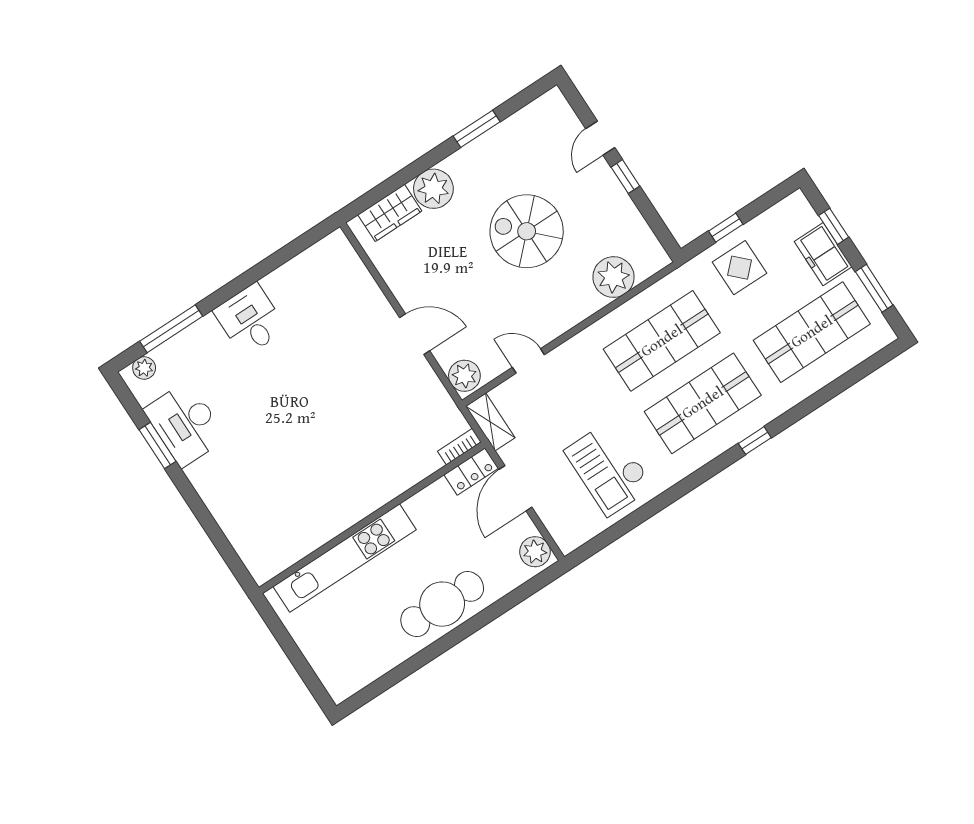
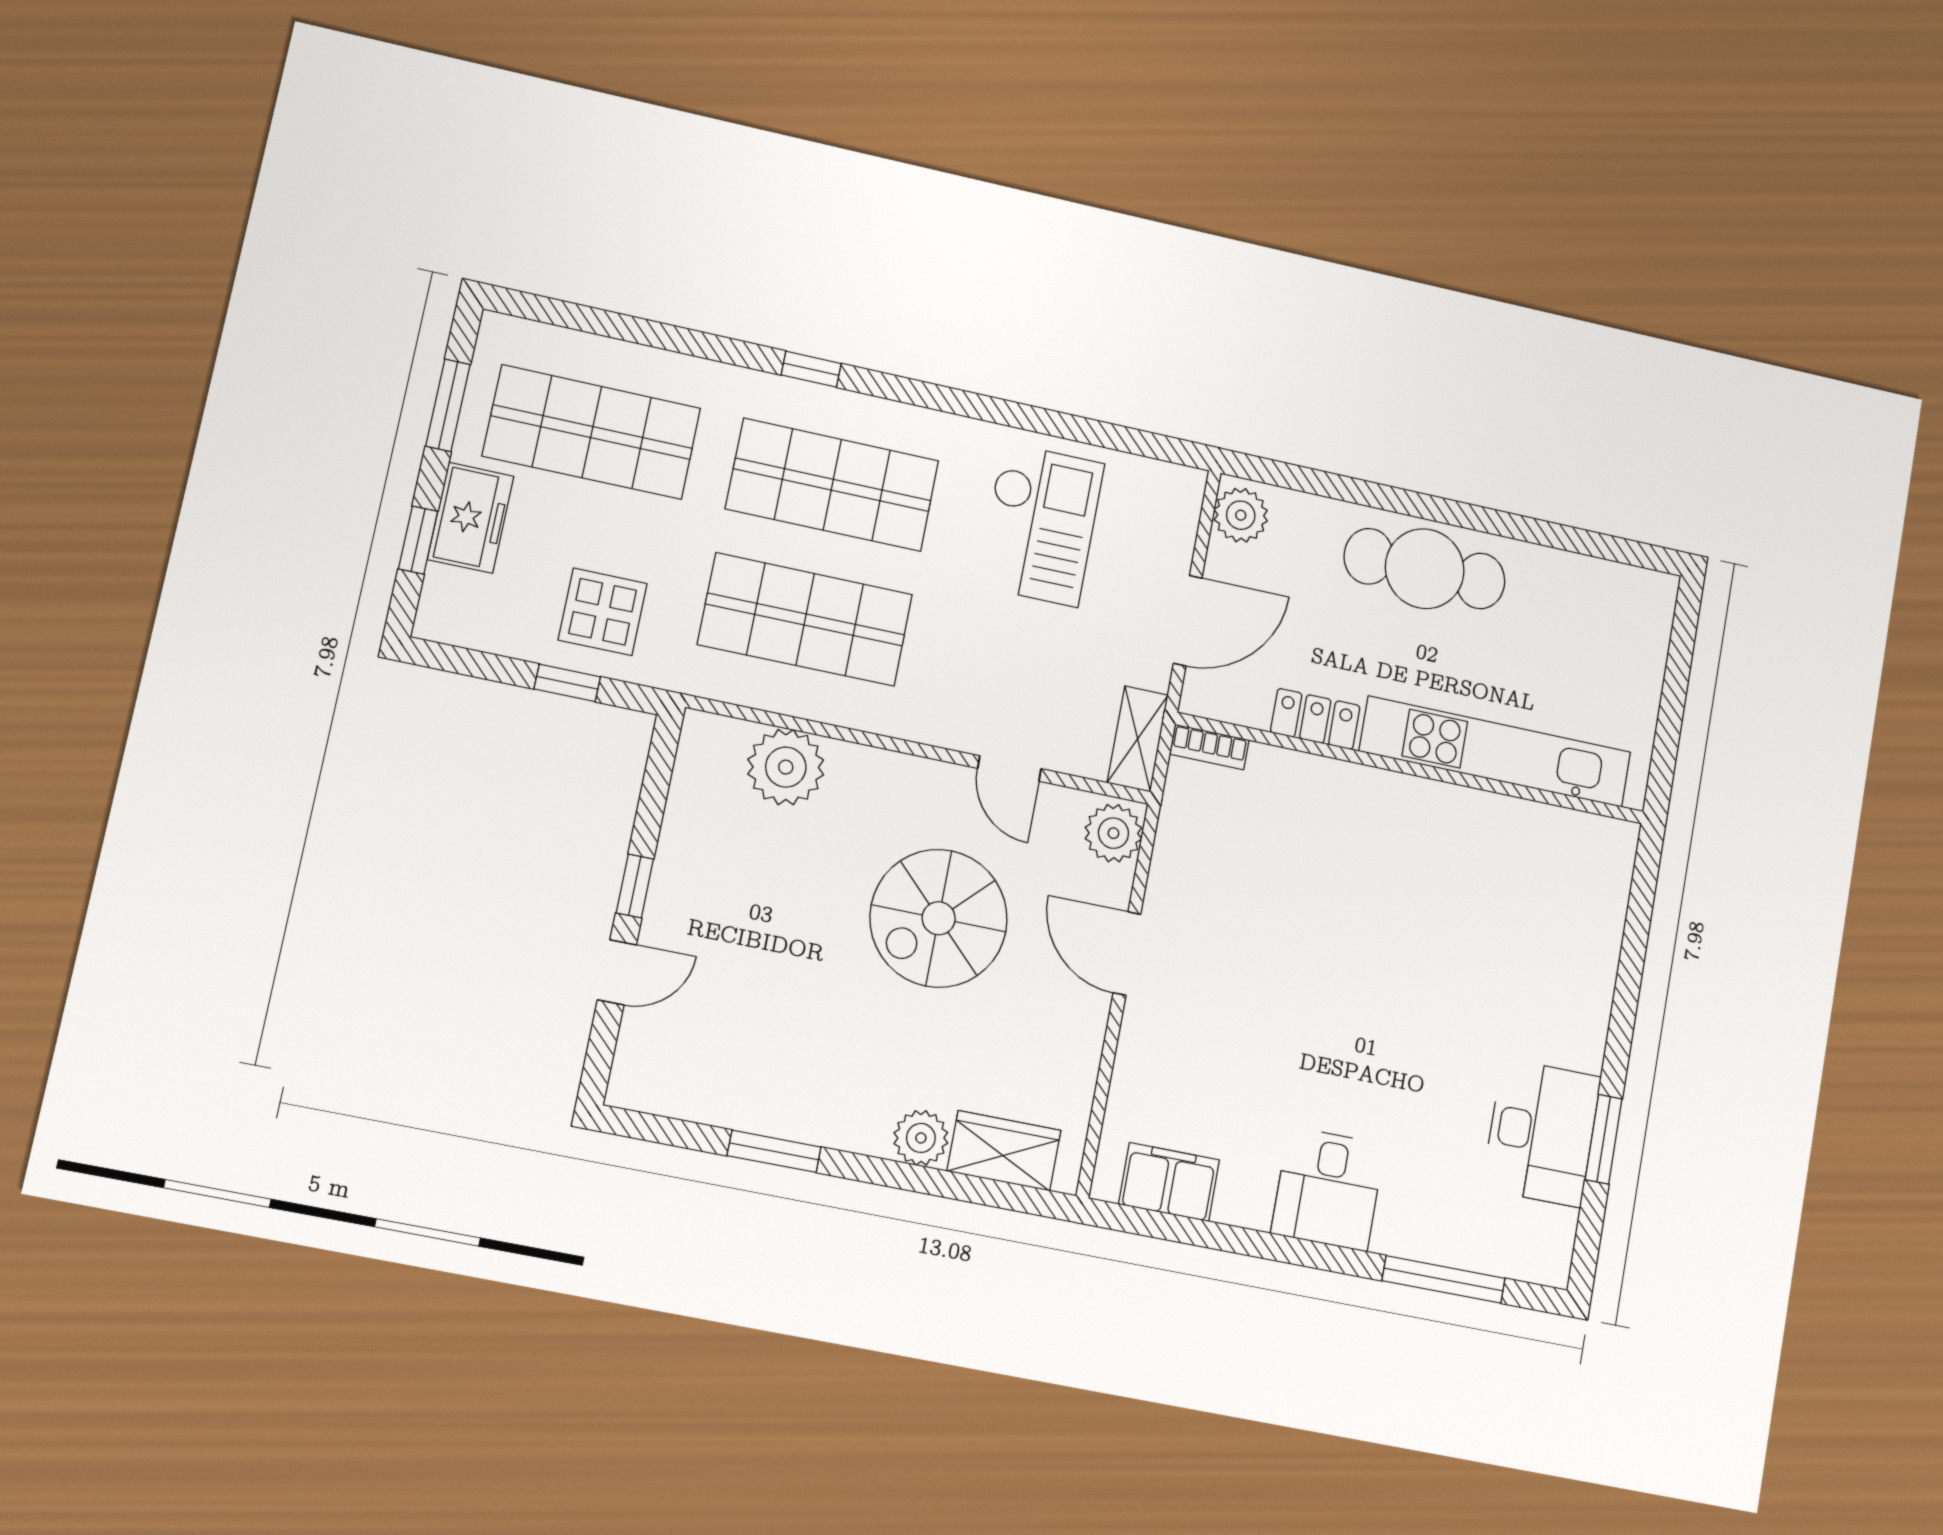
plant: (433, 189) -> (921, 1138), width x0.73, depth x0.73
spiral stairs: (527, 231) -> (939, 918), moved, turned 90
filing cabinet: (315, 262) -> (1169, 1182), added
plant: (144, 368) -> (1528, 1261), removed
locker: (471, 471) -> (1315, 719), moved

